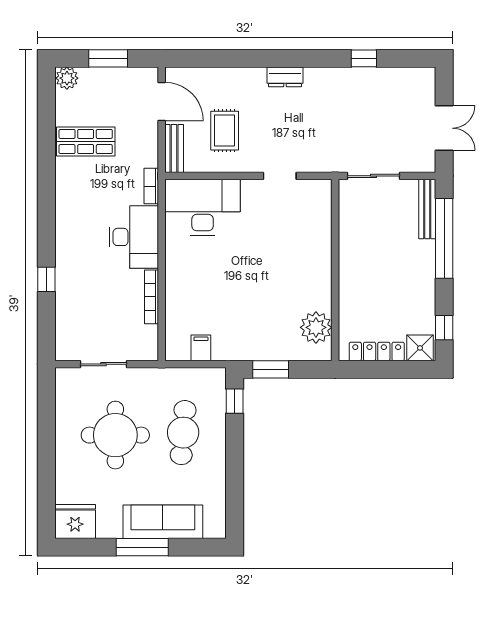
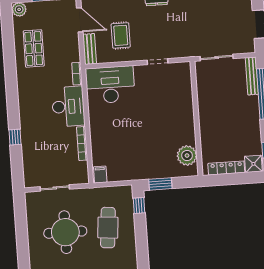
shop shelf: (86, 141) -> (34, 48), turned 90
filing cabinet: (201, 348) -> (100, 175), moved

